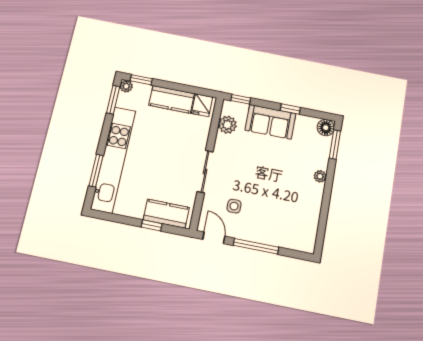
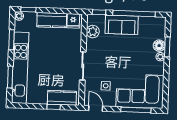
window: (113, 100) -> (11, 40), moved
window: (290, 109) -> (134, 14), width x3.17
floor lamp: (326, 128) -> (159, 46), moved
window: (335, 145) -> (167, 47), moved
corner sofa: (283, 222) -> (140, 91), added
window: (256, 246) -> (136, 110), moved

